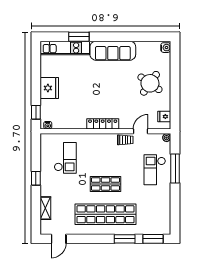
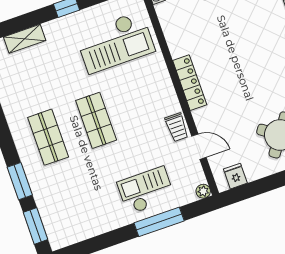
checkout: (65, 158) -> (115, 42), width x1.36, depth x1.21
shop shelf: (105, 214) -> (48, 137), width x0.50, depth x0.74

